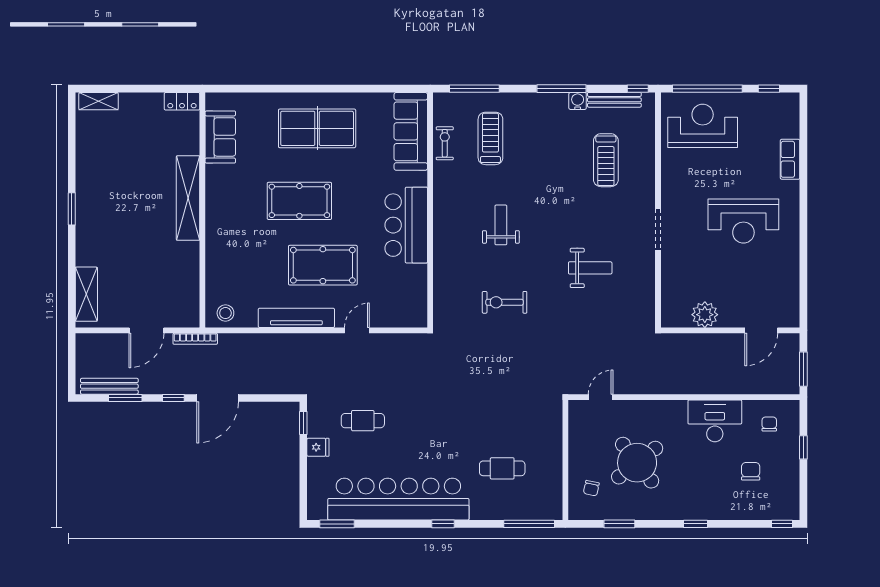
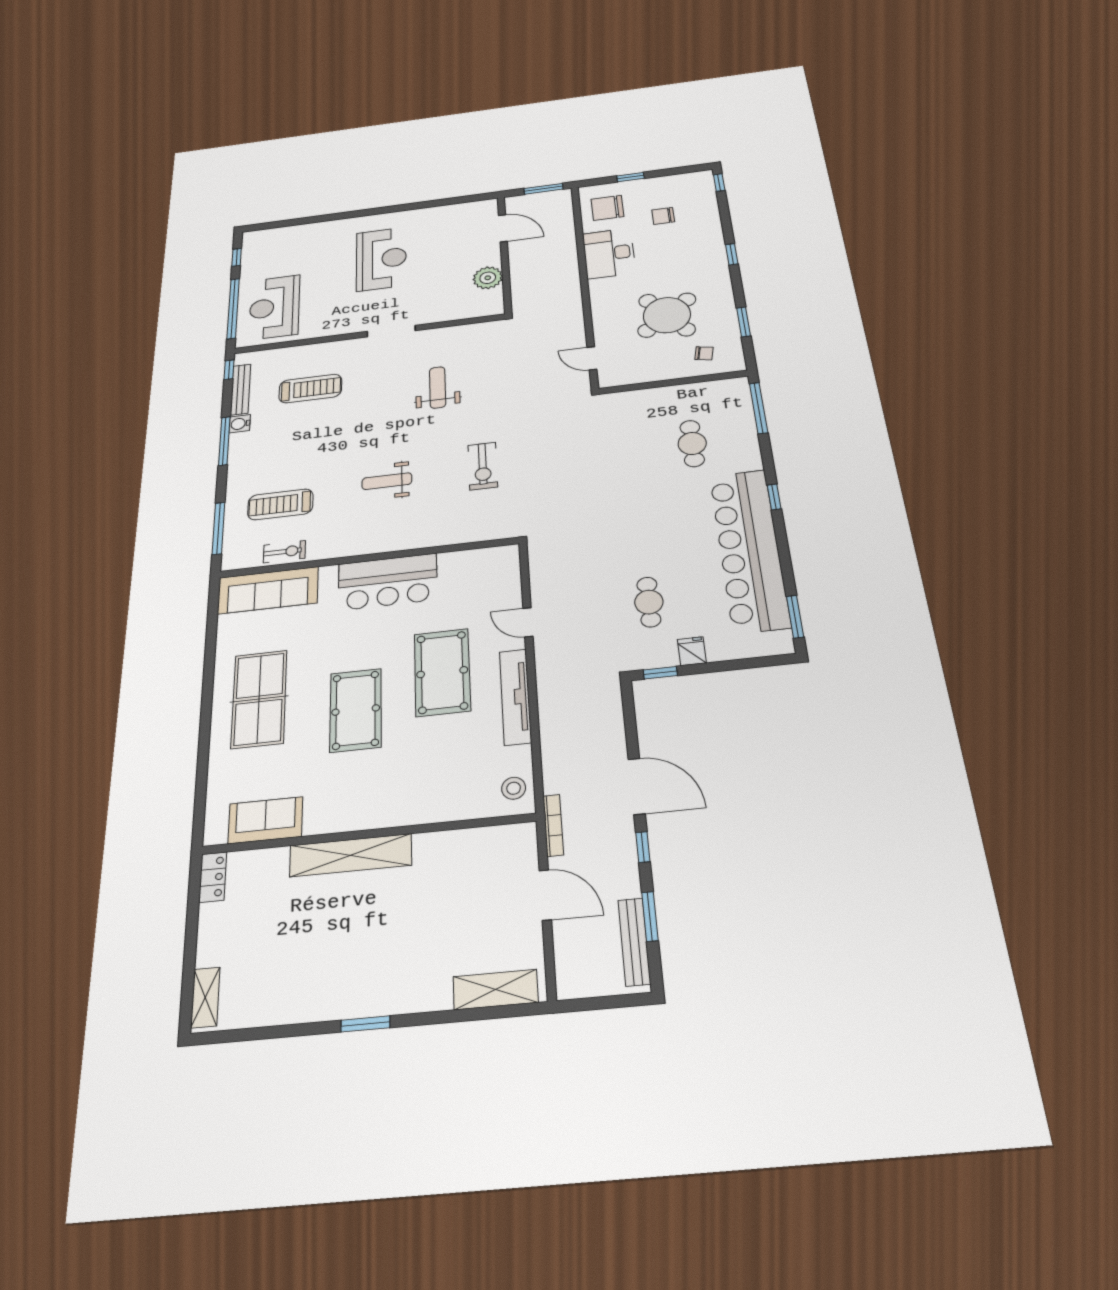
exercise bike: (445, 143) -> (284, 552), turned 180
row of seats: (790, 159) -> (314, 230), removed
chair: (769, 424) -> (607, 208), width x1.87, depth x1.87

